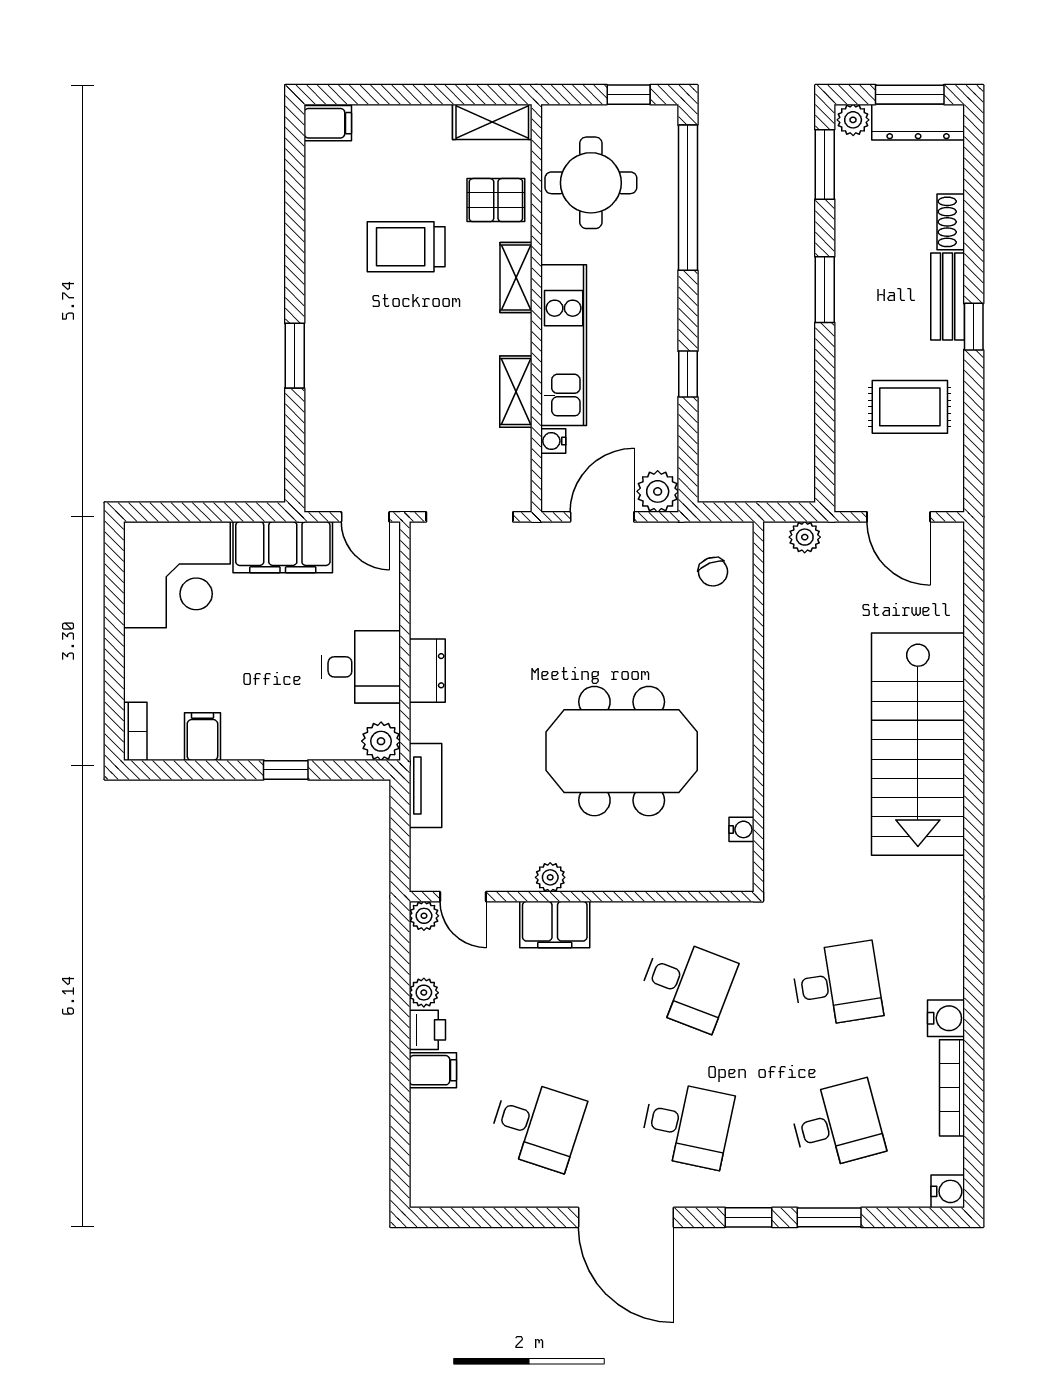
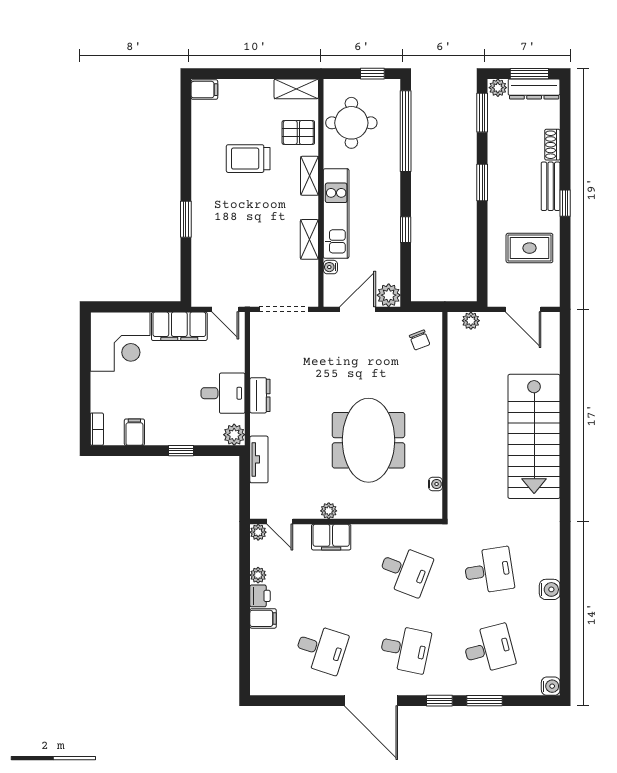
meeting table: (622, 751) -> (369, 440), turned 90
bookcase: (952, 1088) -> (553, 628), removed

